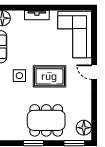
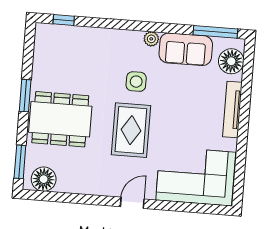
tv unit: (37, 15) -> (232, 110), width x1.41
dining table: (46, 120) -> (60, 119), turned 90

